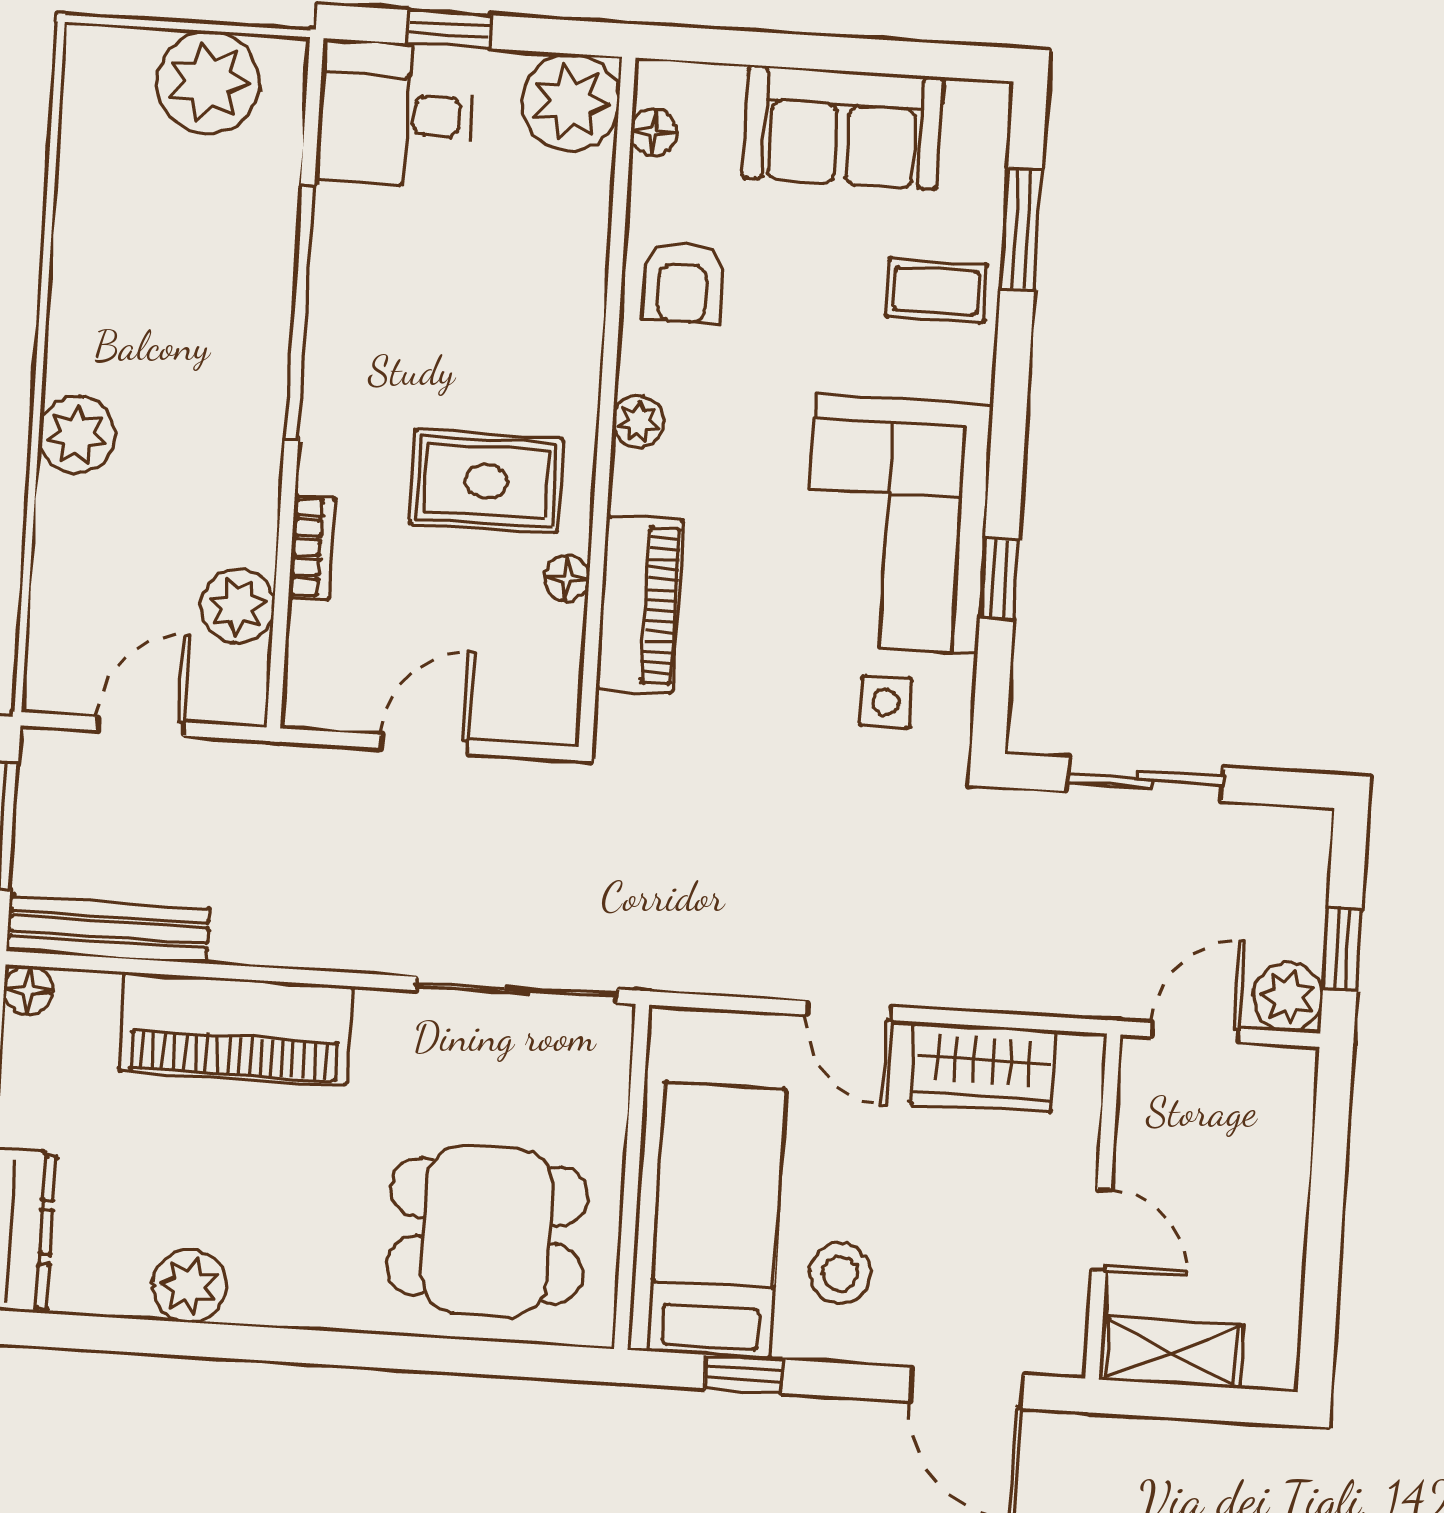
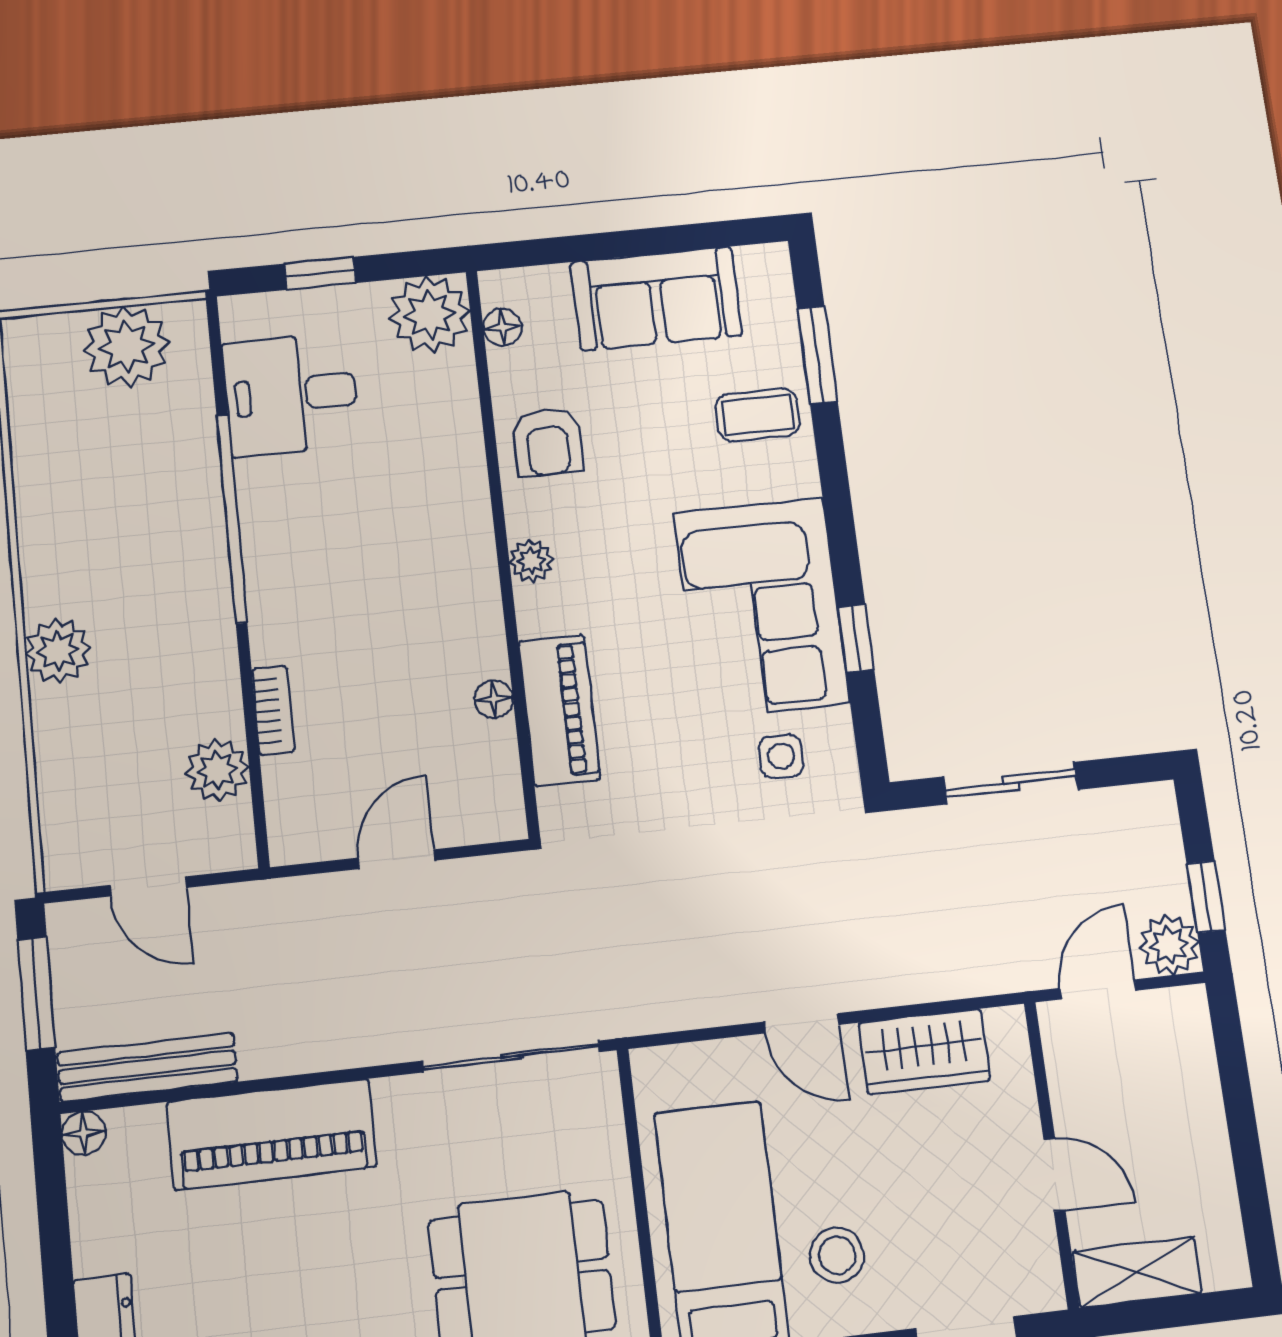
desk: (395, 114) -> (291, 394), moved
rug: (486, 481) -> (412, 630), removed
door: (140, 726) -> (148, 886), swing flipped

